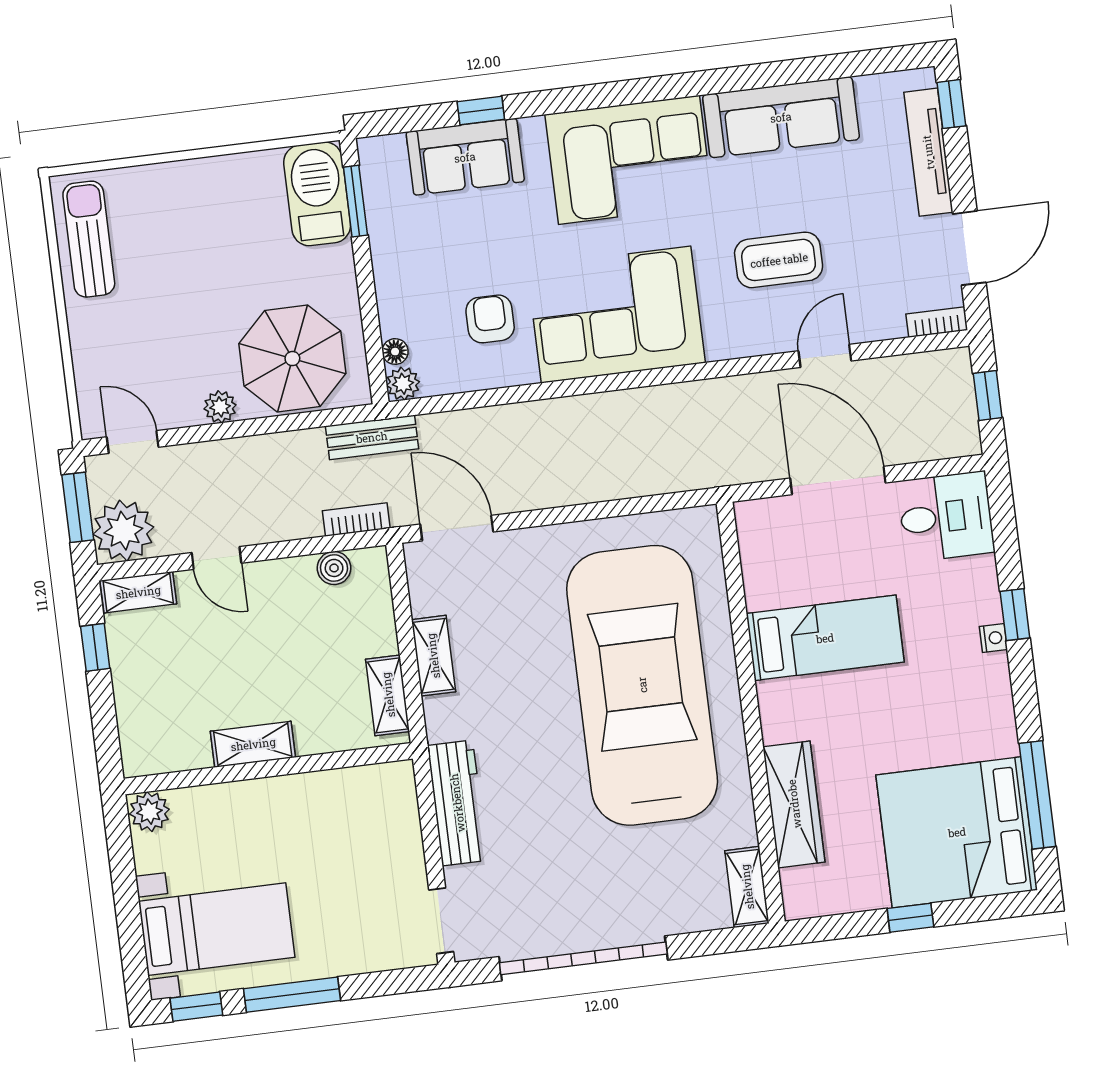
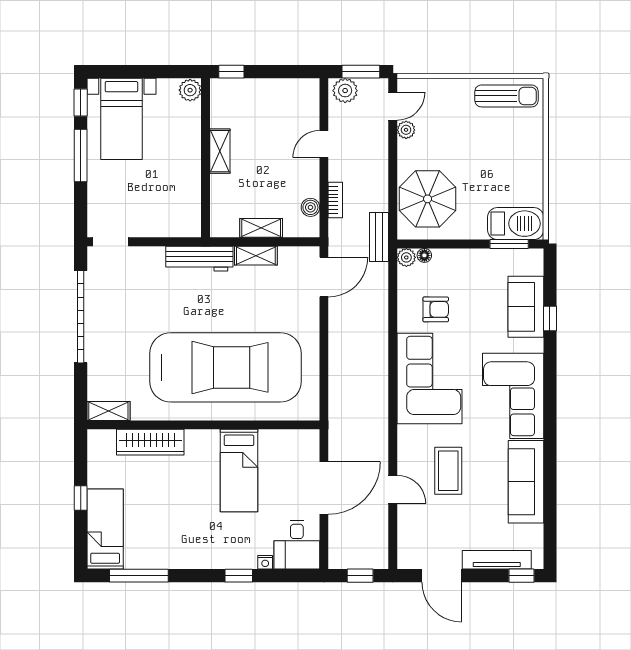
bookcase: (937, 322) -> (404, 553), removed
plant: (220, 407) -> (406, 130), moved
bookcase: (356, 520) -> (335, 200), moved
plant: (123, 531) -> (345, 91), width x0.73, depth x0.73
shelving: (138, 592) -> (311, 99), removed
nightstand: (993, 638) -> (265, 562), moved
window: (95, 647) -> (231, 72), moved
shelving: (388, 695) -> (261, 228), moved
workbench: (457, 803) -> (199, 259), moved
bed: (957, 832) -> (105, 529), width x0.49

